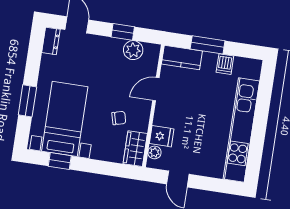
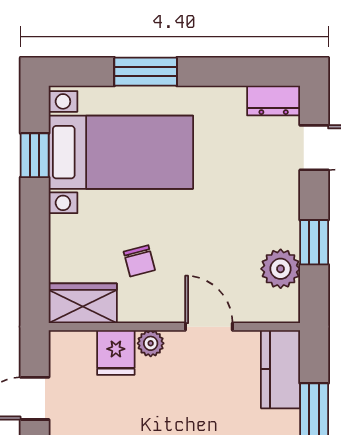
plant: (154, 152) -> (151, 343), moved

